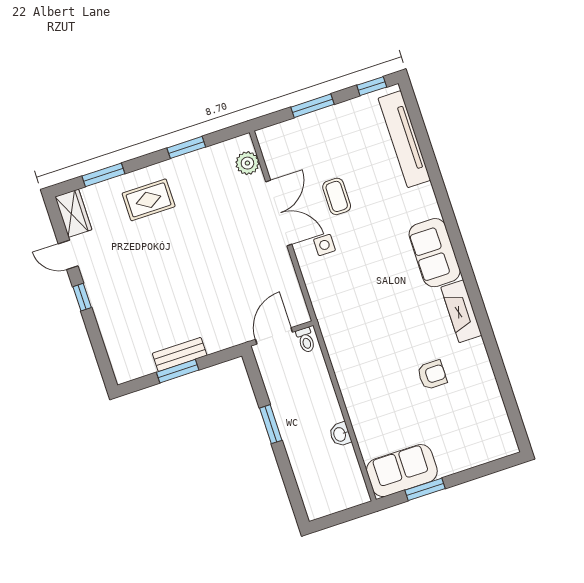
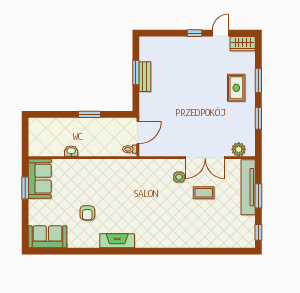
tv unit: (404, 139) -> (248, 187), moved, turned -90
window: (103, 175) -> (258, 81), moved
sofa: (435, 253) -> (47, 237), moved
door: (274, 336) -> (138, 132), hinge flipped

